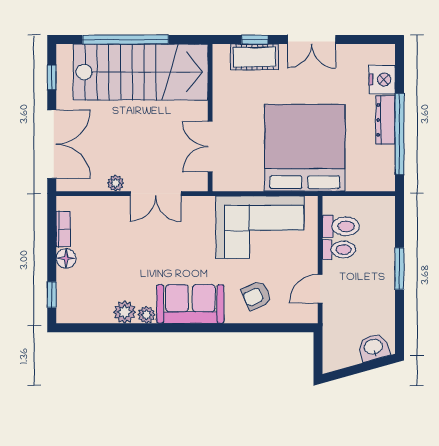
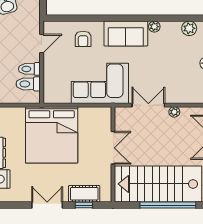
double door: (210, 146) -> (113, 148), moved
corner sofa: (260, 227) -> (100, 83), moved
armchair: (256, 296) -> (83, 39), turned 113
plant: (125, 312) -> (189, 28), moved

